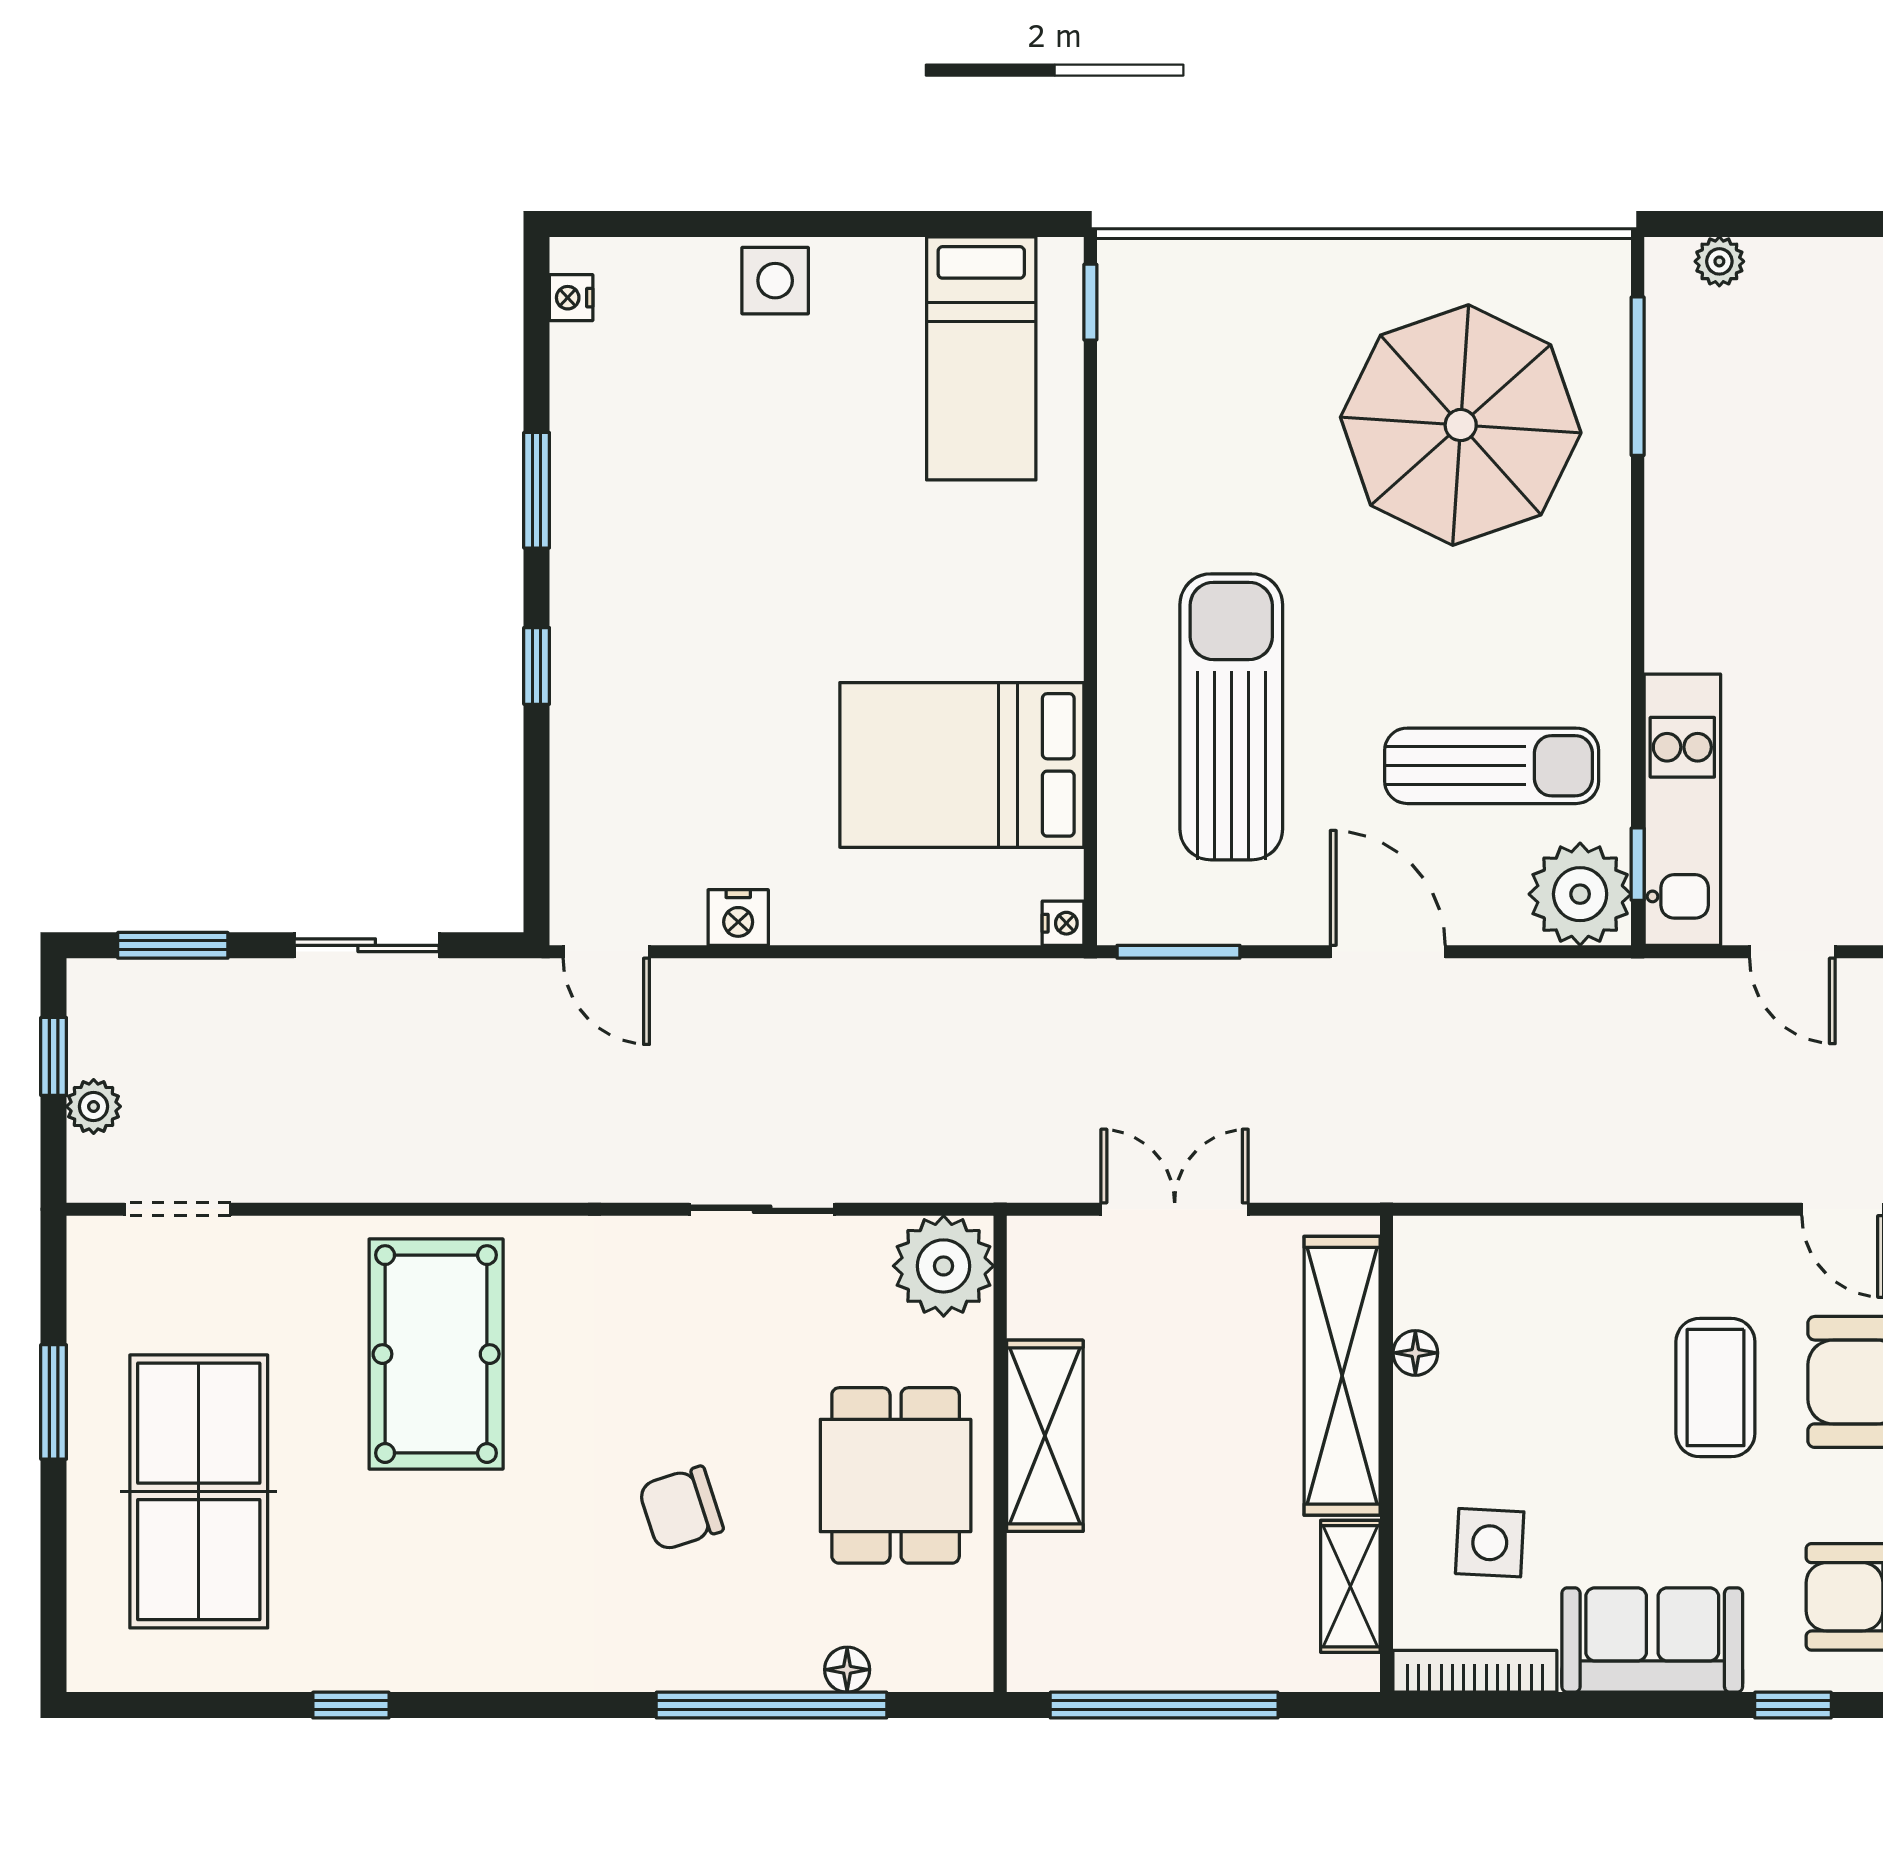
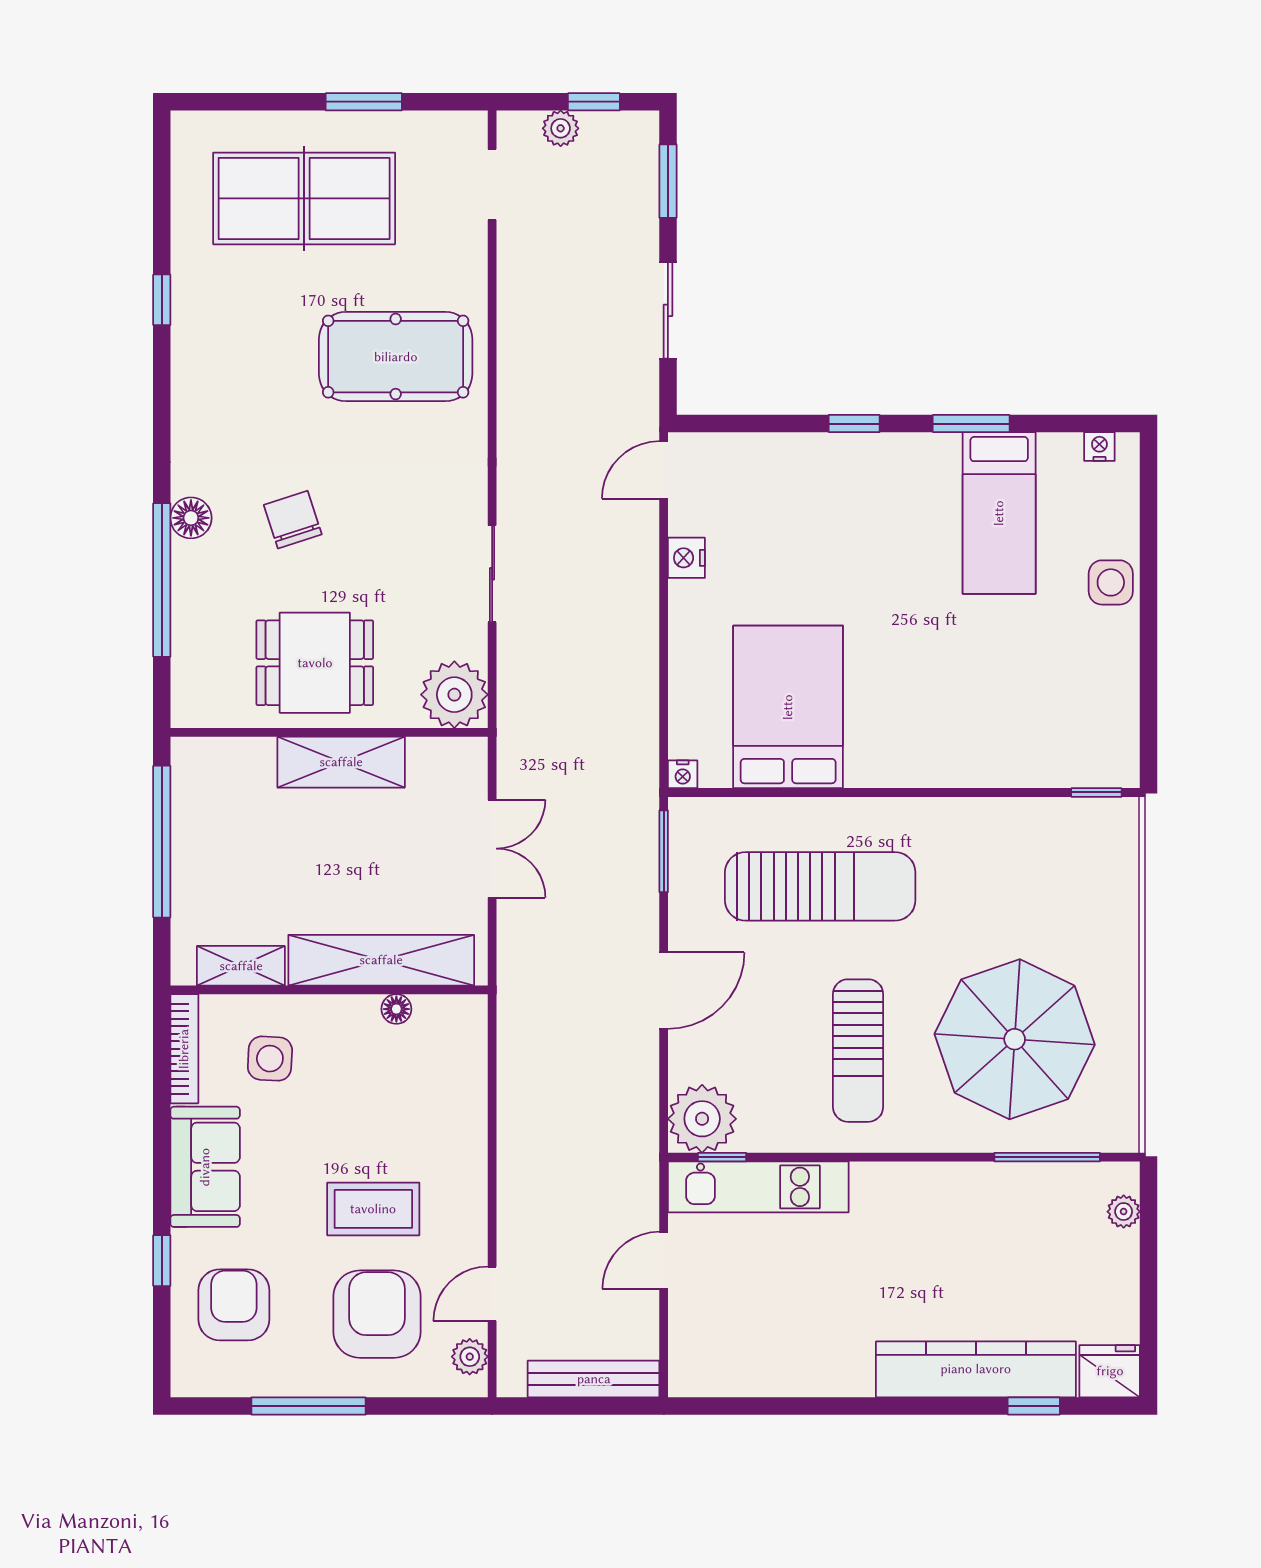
bed: (981, 358) -> (999, 513), moved, turned -90
sun lounger: (1492, 766) -> (858, 1051), moved
floor lamp: (847, 1670) -> (191, 518), moved, width x1.37, depth x1.37

